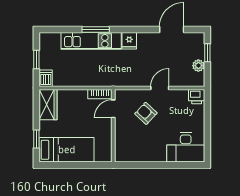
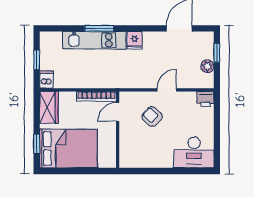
bookcase: (100, 94) -> (97, 96), width x1.56
bed: (67, 150) -> (68, 149), width x1.50

